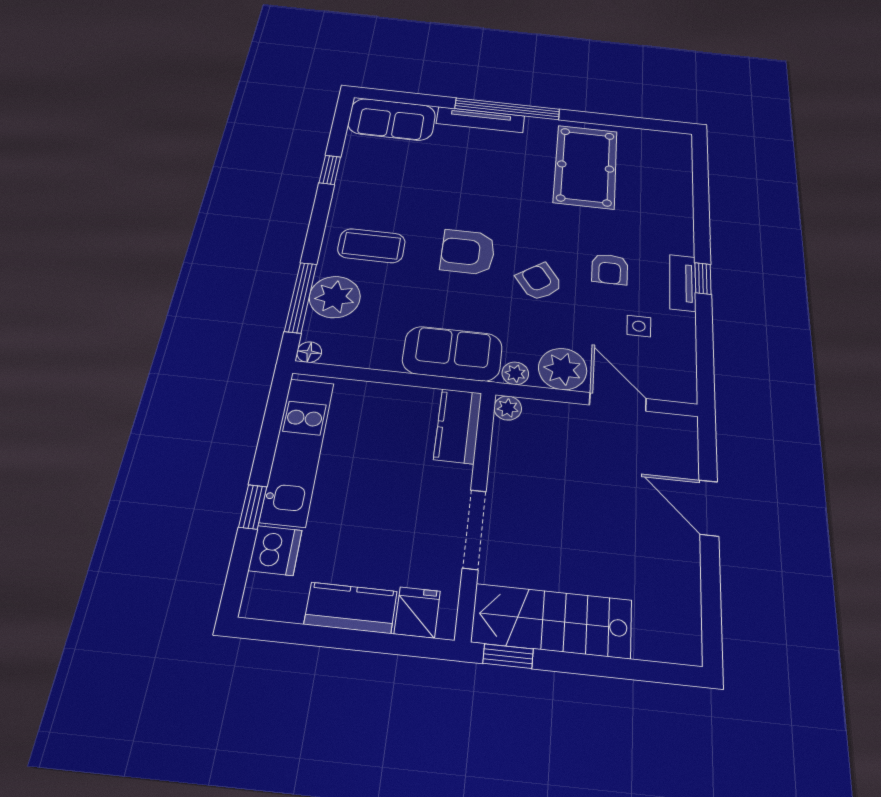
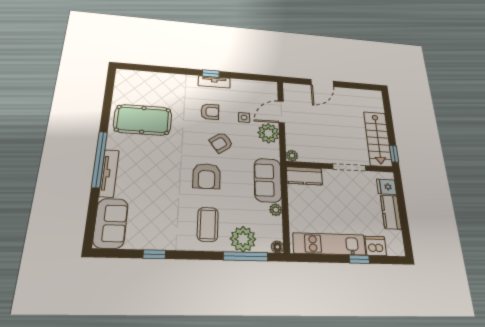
side table: (639, 326) -> (244, 117), moved
plant: (515, 373) -> (276, 210), moved

